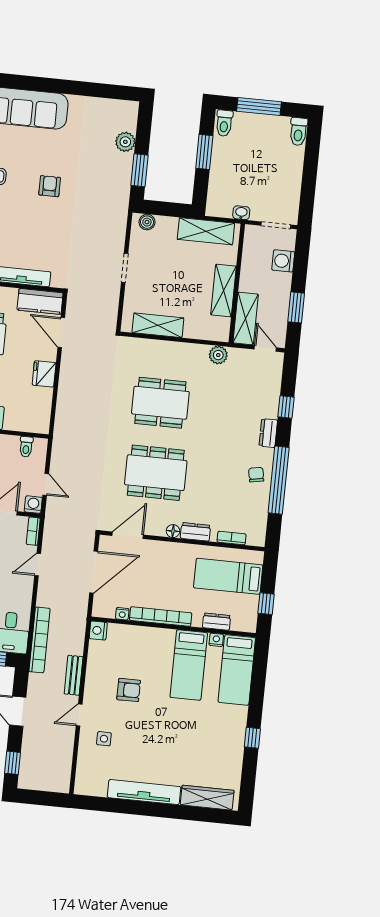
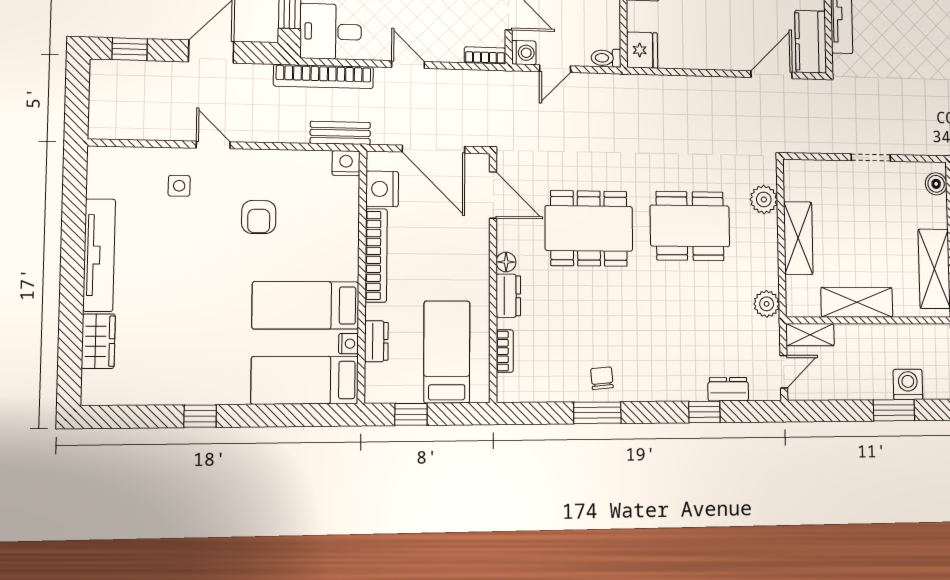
window: (296, 307) -> (894, 410), moved
shelving: (246, 319) -> (810, 335), width x0.67, depth x0.75
shelving: (158, 325) -> (798, 238), moved
plant: (147, 348) -> (764, 199), added
fridge: (44, 374) -> (642, 50), moved, turned 90
dining table: (160, 403) -> (690, 226), turned 90
dresser: (268, 433) -> (728, 389), moved
toilet: (26, 447) -> (606, 58), moved
dining table: (156, 473) -> (589, 228), turned 90
chair: (256, 475) -> (602, 378), turned -85
window: (279, 480) -> (597, 413), width x0.47
door: (38, 565) -> (408, 65), moved
nightstand: (122, 614) -> (382, 189), width x1.89, depth x1.79
bench: (74, 675) -> (340, 133), moved
wardrobe: (207, 798) -> (98, 341), width x0.67

